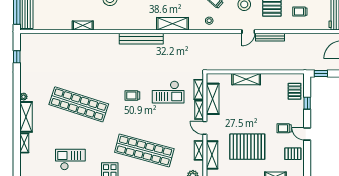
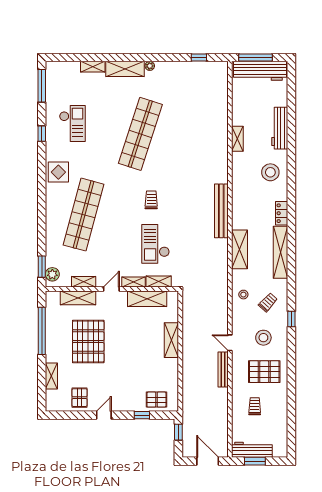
trolley: (284, 128) -> (111, 387), removed

